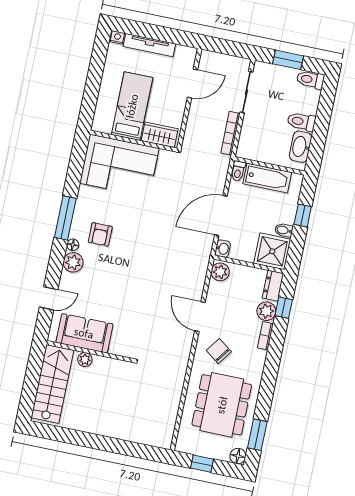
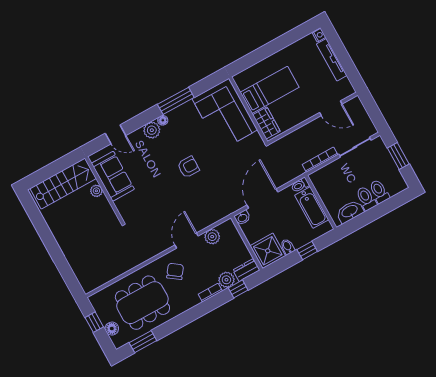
toilet: (310, 80) -> (379, 191), moved
bed: (132, 106) -> (270, 90), moved
wardrobe: (160, 135) -> (266, 123), moved
wall: (133, 141) -> (248, 110), moved
corner sofa: (119, 166) -> (225, 114), moved
door: (221, 215) -> (262, 198), hinge flipped
armchair: (100, 234) -> (188, 167), moved, turned 180
plant: (220, 272) -> (212, 237), moved
floor lamp: (238, 456) -> (112, 329), moved

